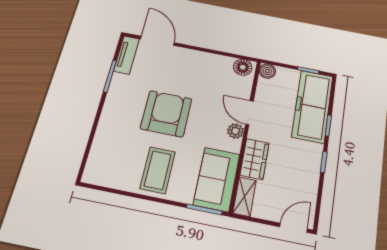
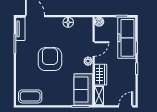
floor lamp: (243, 67) -> (68, 22), moved
door: (249, 113) -> (94, 49), swing flipped
coffee table: (158, 170) -> (30, 96), moved, turned 90

